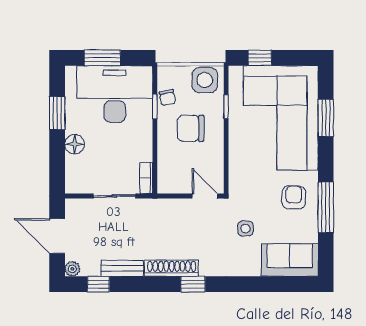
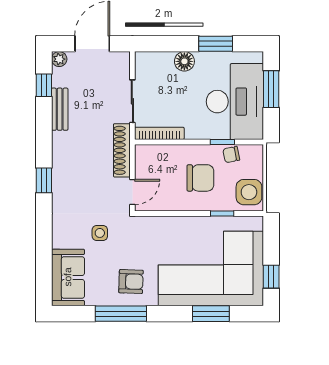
window: (260, 58) -> (271, 277), moved
chair: (191, 128) -> (200, 178), turned 90
bookcase: (146, 178) -> (159, 133), width x1.56
shoe rack: (172, 268) -> (122, 150), moved, turned 180

